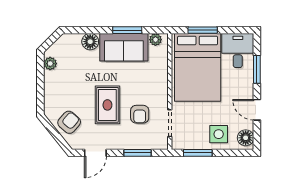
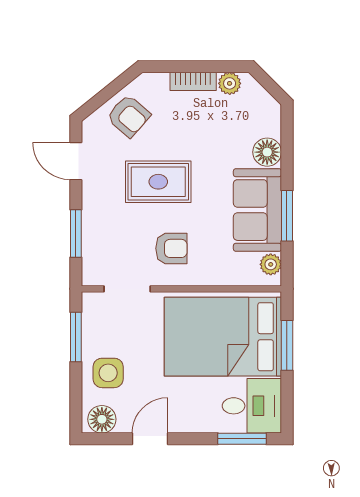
window: (257, 69) -> (242, 439), moved
bookcase: (49, 85) -> (193, 81), added
armchair: (140, 114) -> (171, 248), moved, turned 180

